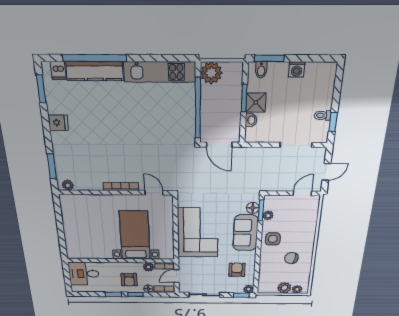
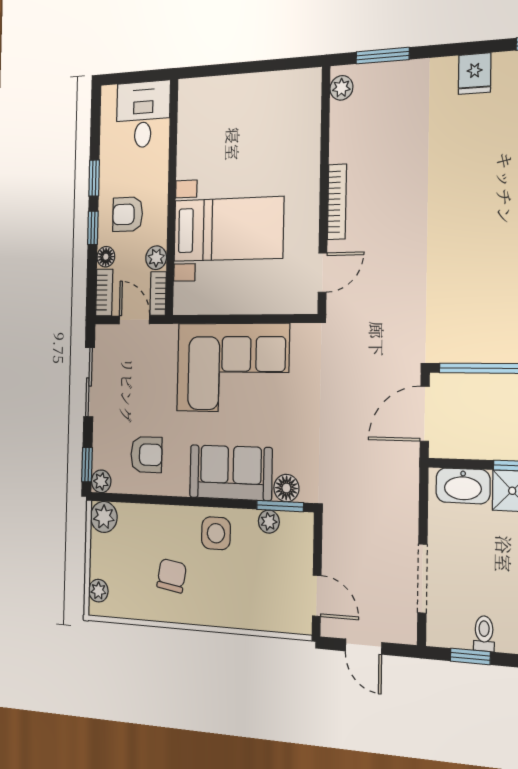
washbasin: (251, 120) -> (463, 486), width x1.91, depth x1.45
plant: (284, 288) -> (104, 517), moved

